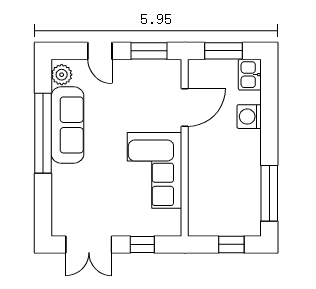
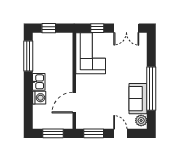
kitchen sink: (250, 75) -> (39, 82), moved
sofa: (67, 125) -> (138, 99), width x0.73
corner sofa: (155, 170) -> (91, 53), moved
double door: (89, 244) -> (126, 28), swing flipped

